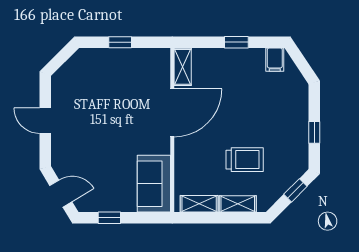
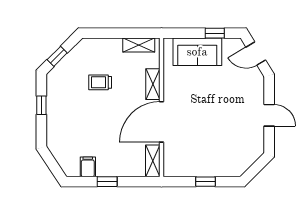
filing cabinet: (275, 60) -> (88, 167), moved
trolley: (245, 160) -> (100, 82), width x0.73, depth x0.72
sofa: (154, 184) -> (197, 52), moved, turned 90
shelving: (238, 204) -> (153, 84), moved, turned 90

